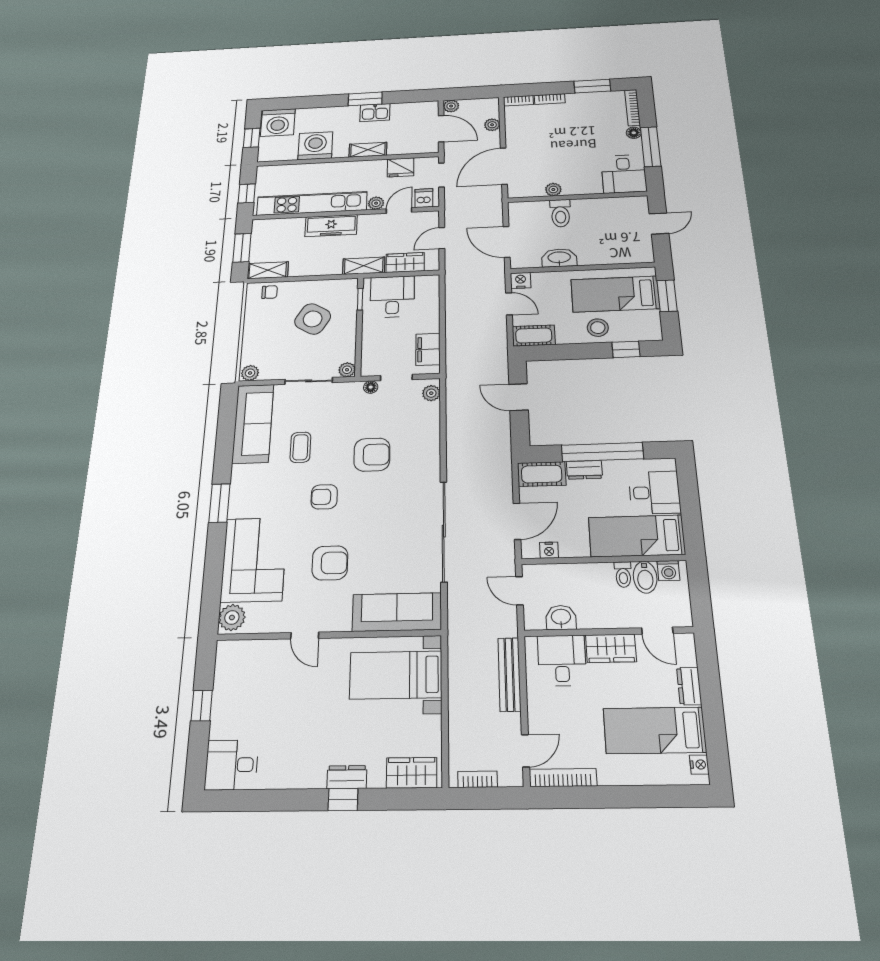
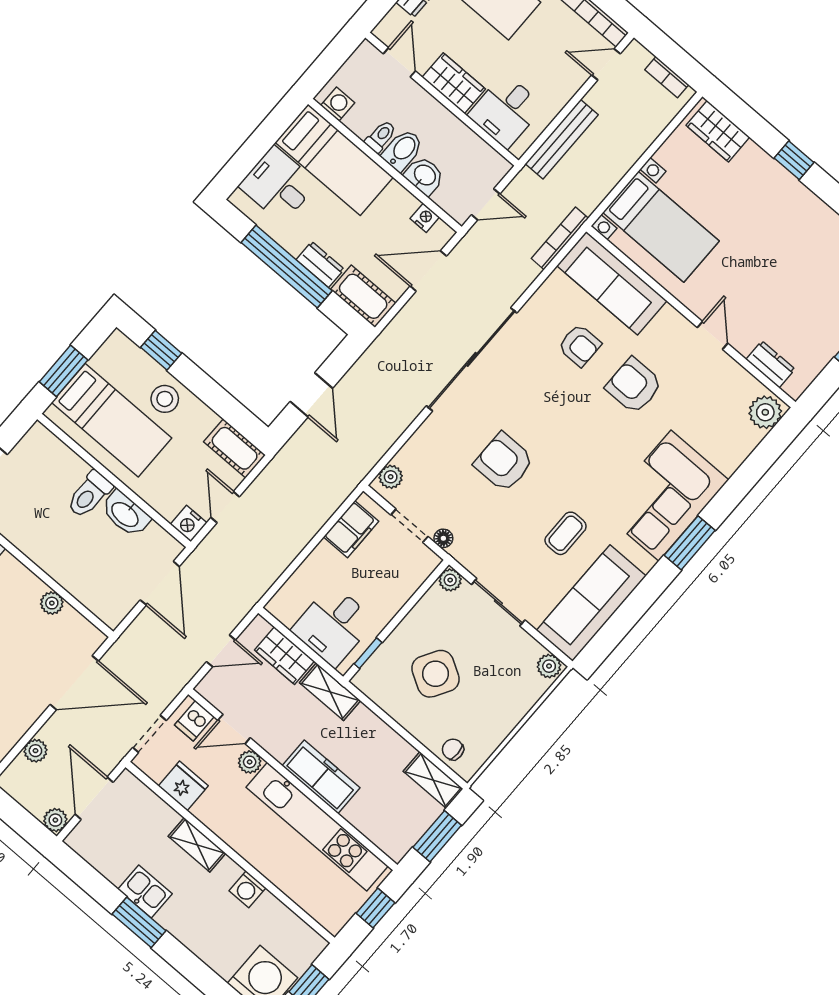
washing machine: (315, 146) -> (247, 889), width x0.53, depth x0.53
toilet: (560, 213) -> (89, 494), moved, turned 180
armchair: (324, 497) -> (580, 345), moved
sliding door: (444, 531) -> (472, 359), moved
corner sofa: (254, 560) -> (665, 496), moved
bidet: (645, 577) -> (403, 150), moved
door: (520, 591) -> (486, 204), hinge flipped
bookcase: (454, 611) -> (560, 238), added
washbasin: (561, 617) -> (424, 176), moved, turned 180
dresser: (347, 777) -> (770, 364), moved, turned 180

